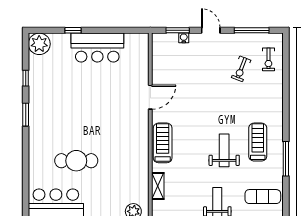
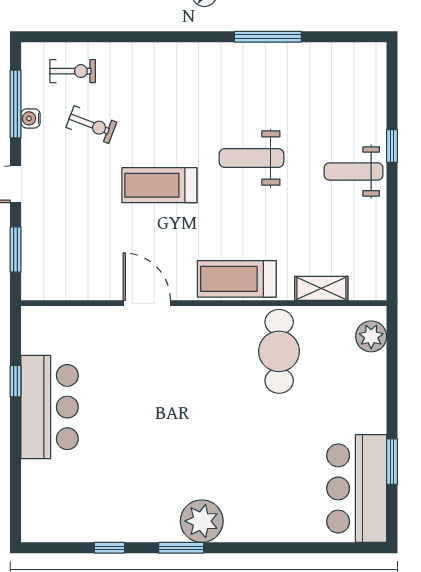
window: (73, 30) -> (16, 381), moved
water cooler: (184, 38) -> (31, 118), moved
plant: (39, 44) -> (202, 521), moved
treadmill: (258, 142) -> (159, 185), moved
cafe table: (76, 161) -> (279, 351), moved
exercise mat: (263, 197) -> (342, 82), removed

